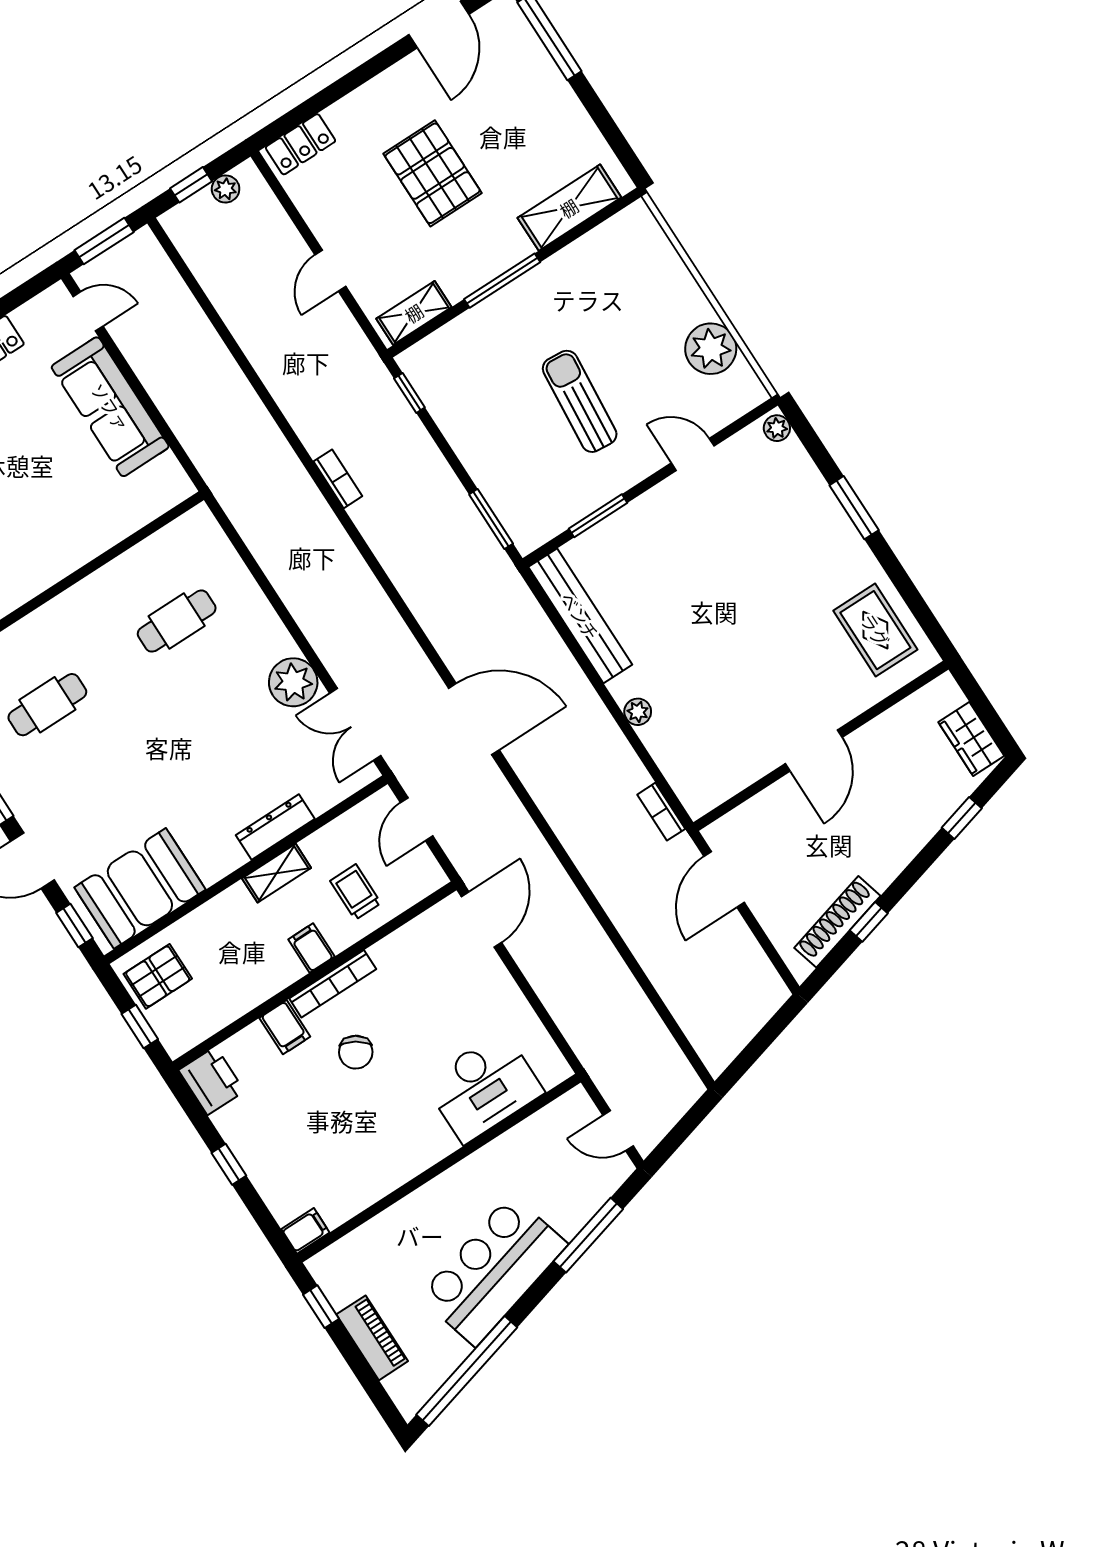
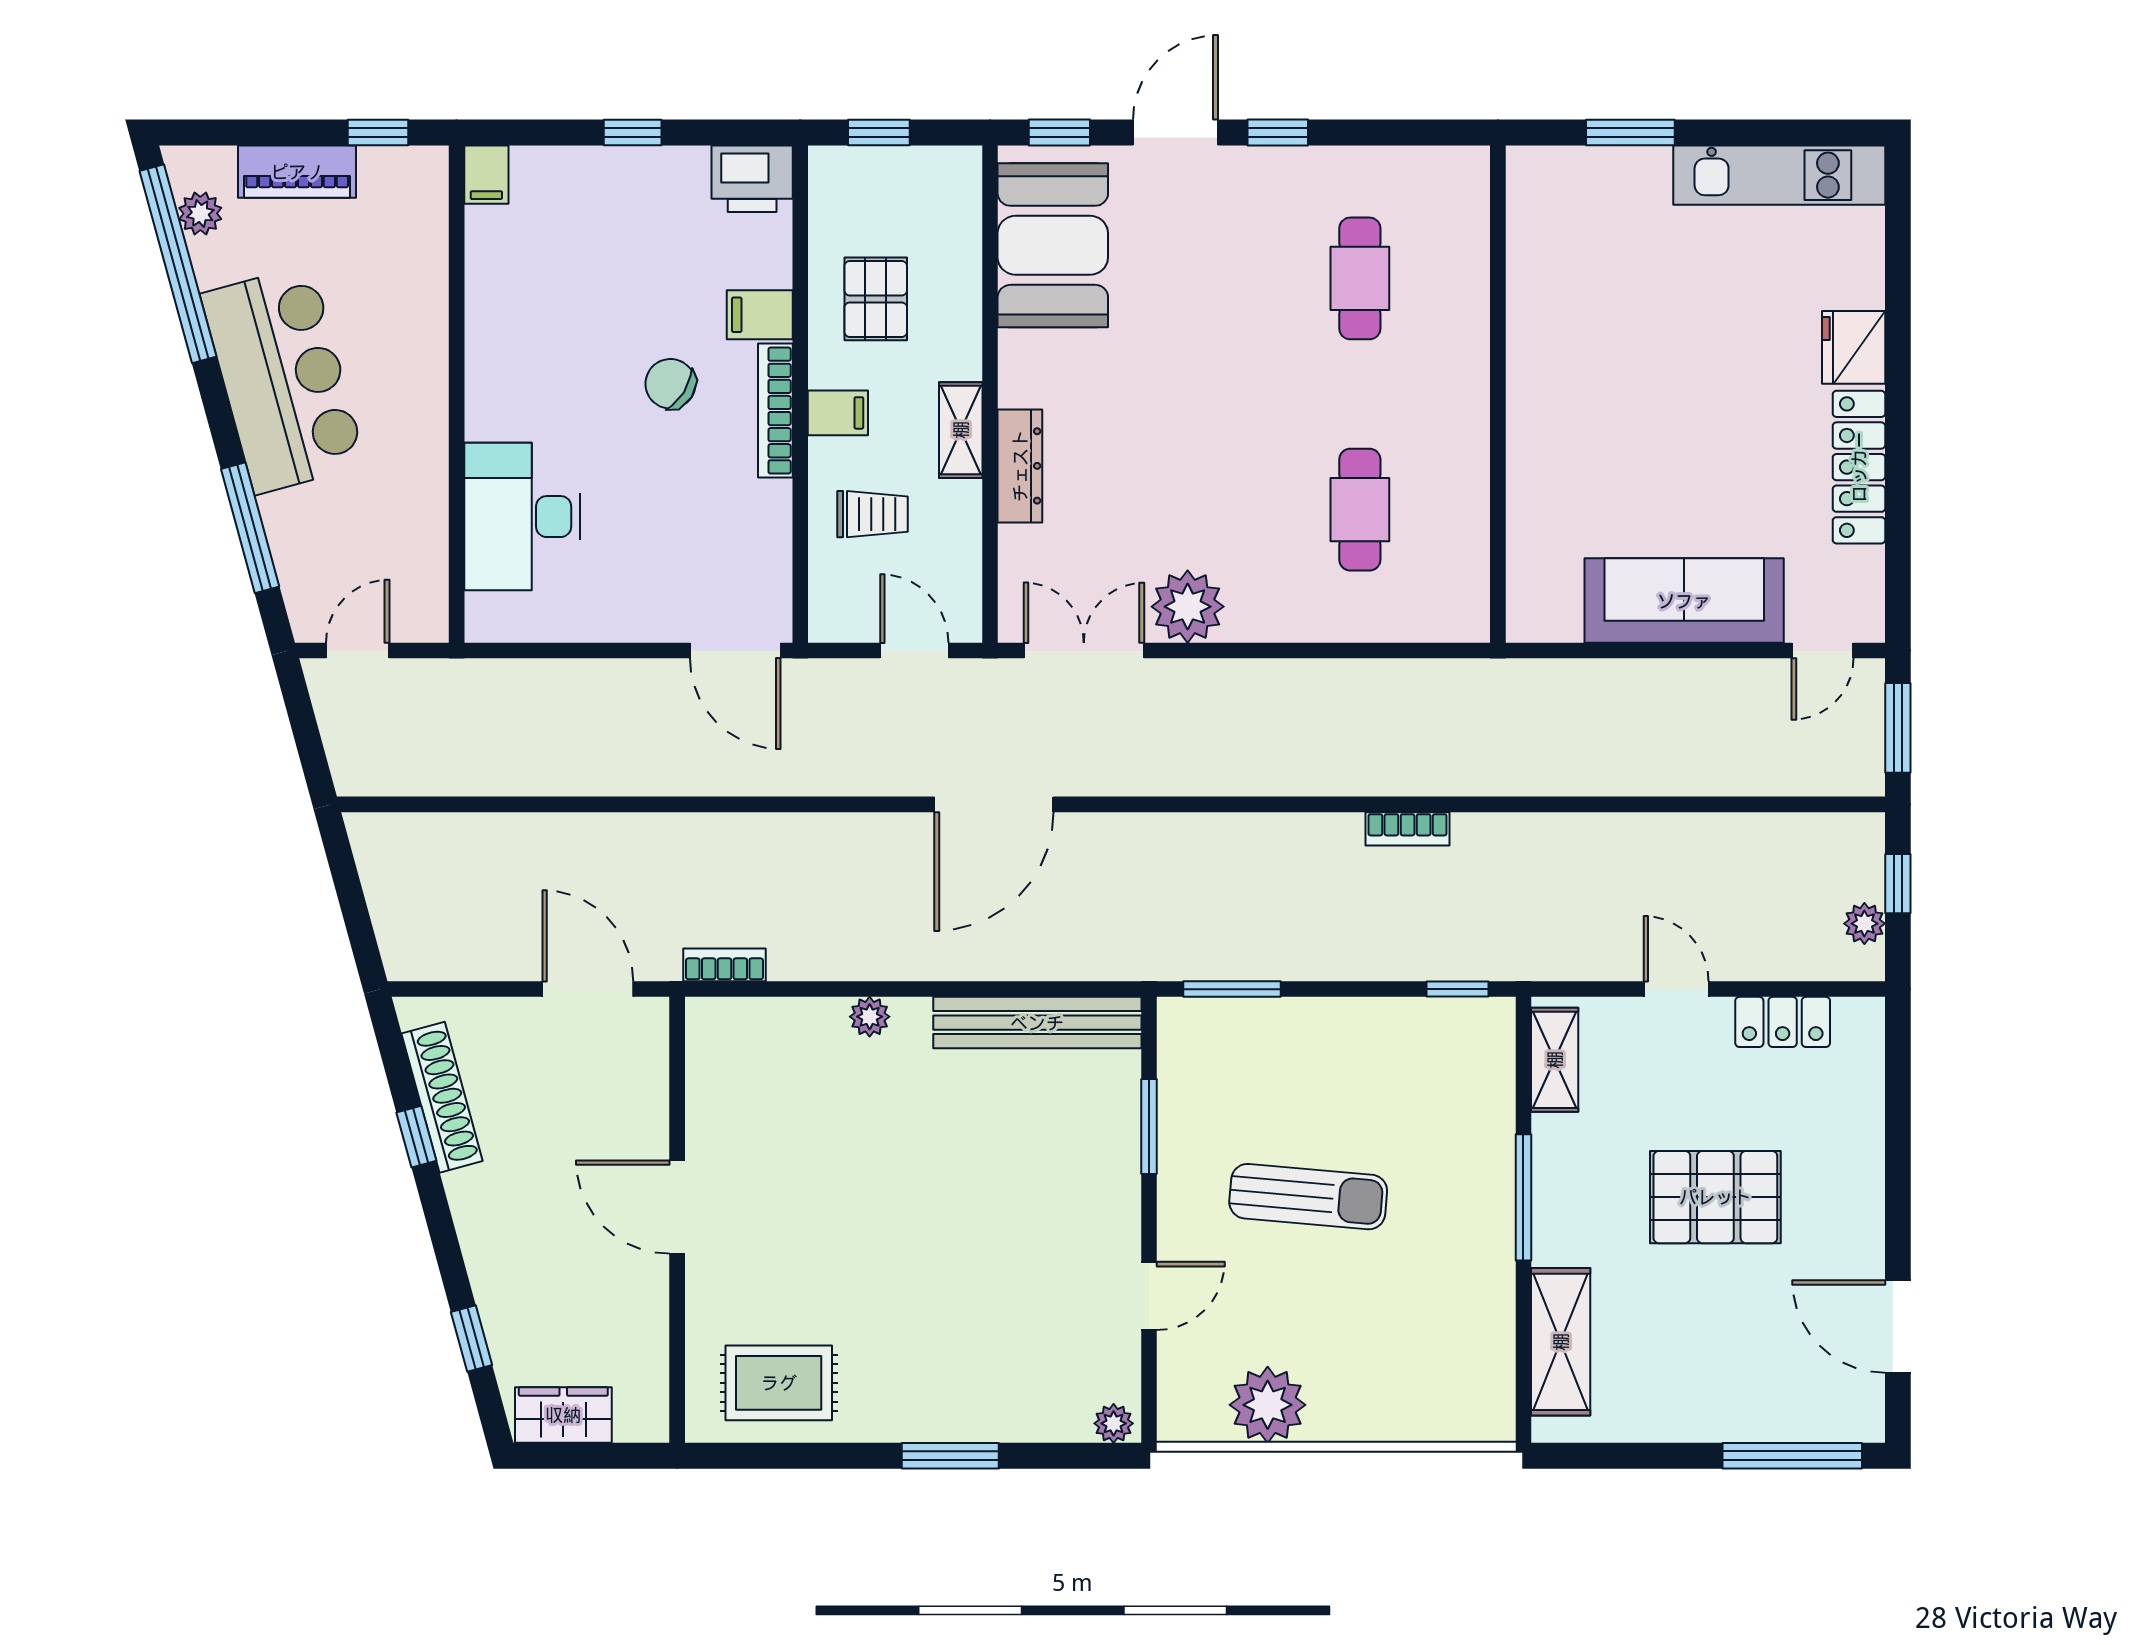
locker: (300, 144) -> (1783, 1022), moved, turned -90
pallet: (158, 976) -> (876, 299), moved
plant: (431, 1377) -> (200, 213), added

